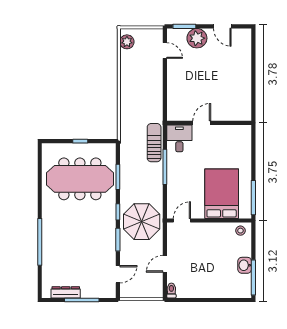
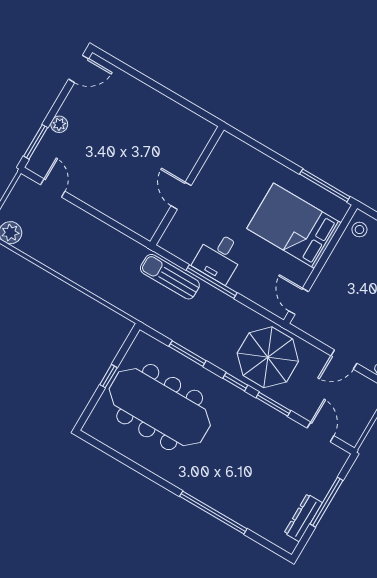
door: (222, 26) -> (79, 69), moved
plant: (197, 38) -> (59, 124), width x0.53, depth x0.53
door: (165, 51) -> (53, 188), hinge flipped
desk: (179, 138) -> (219, 257), moved, turned -90
meeting table: (80, 179) -> (160, 407), turned 90
door: (165, 264) -> (344, 359), hinge flipped

